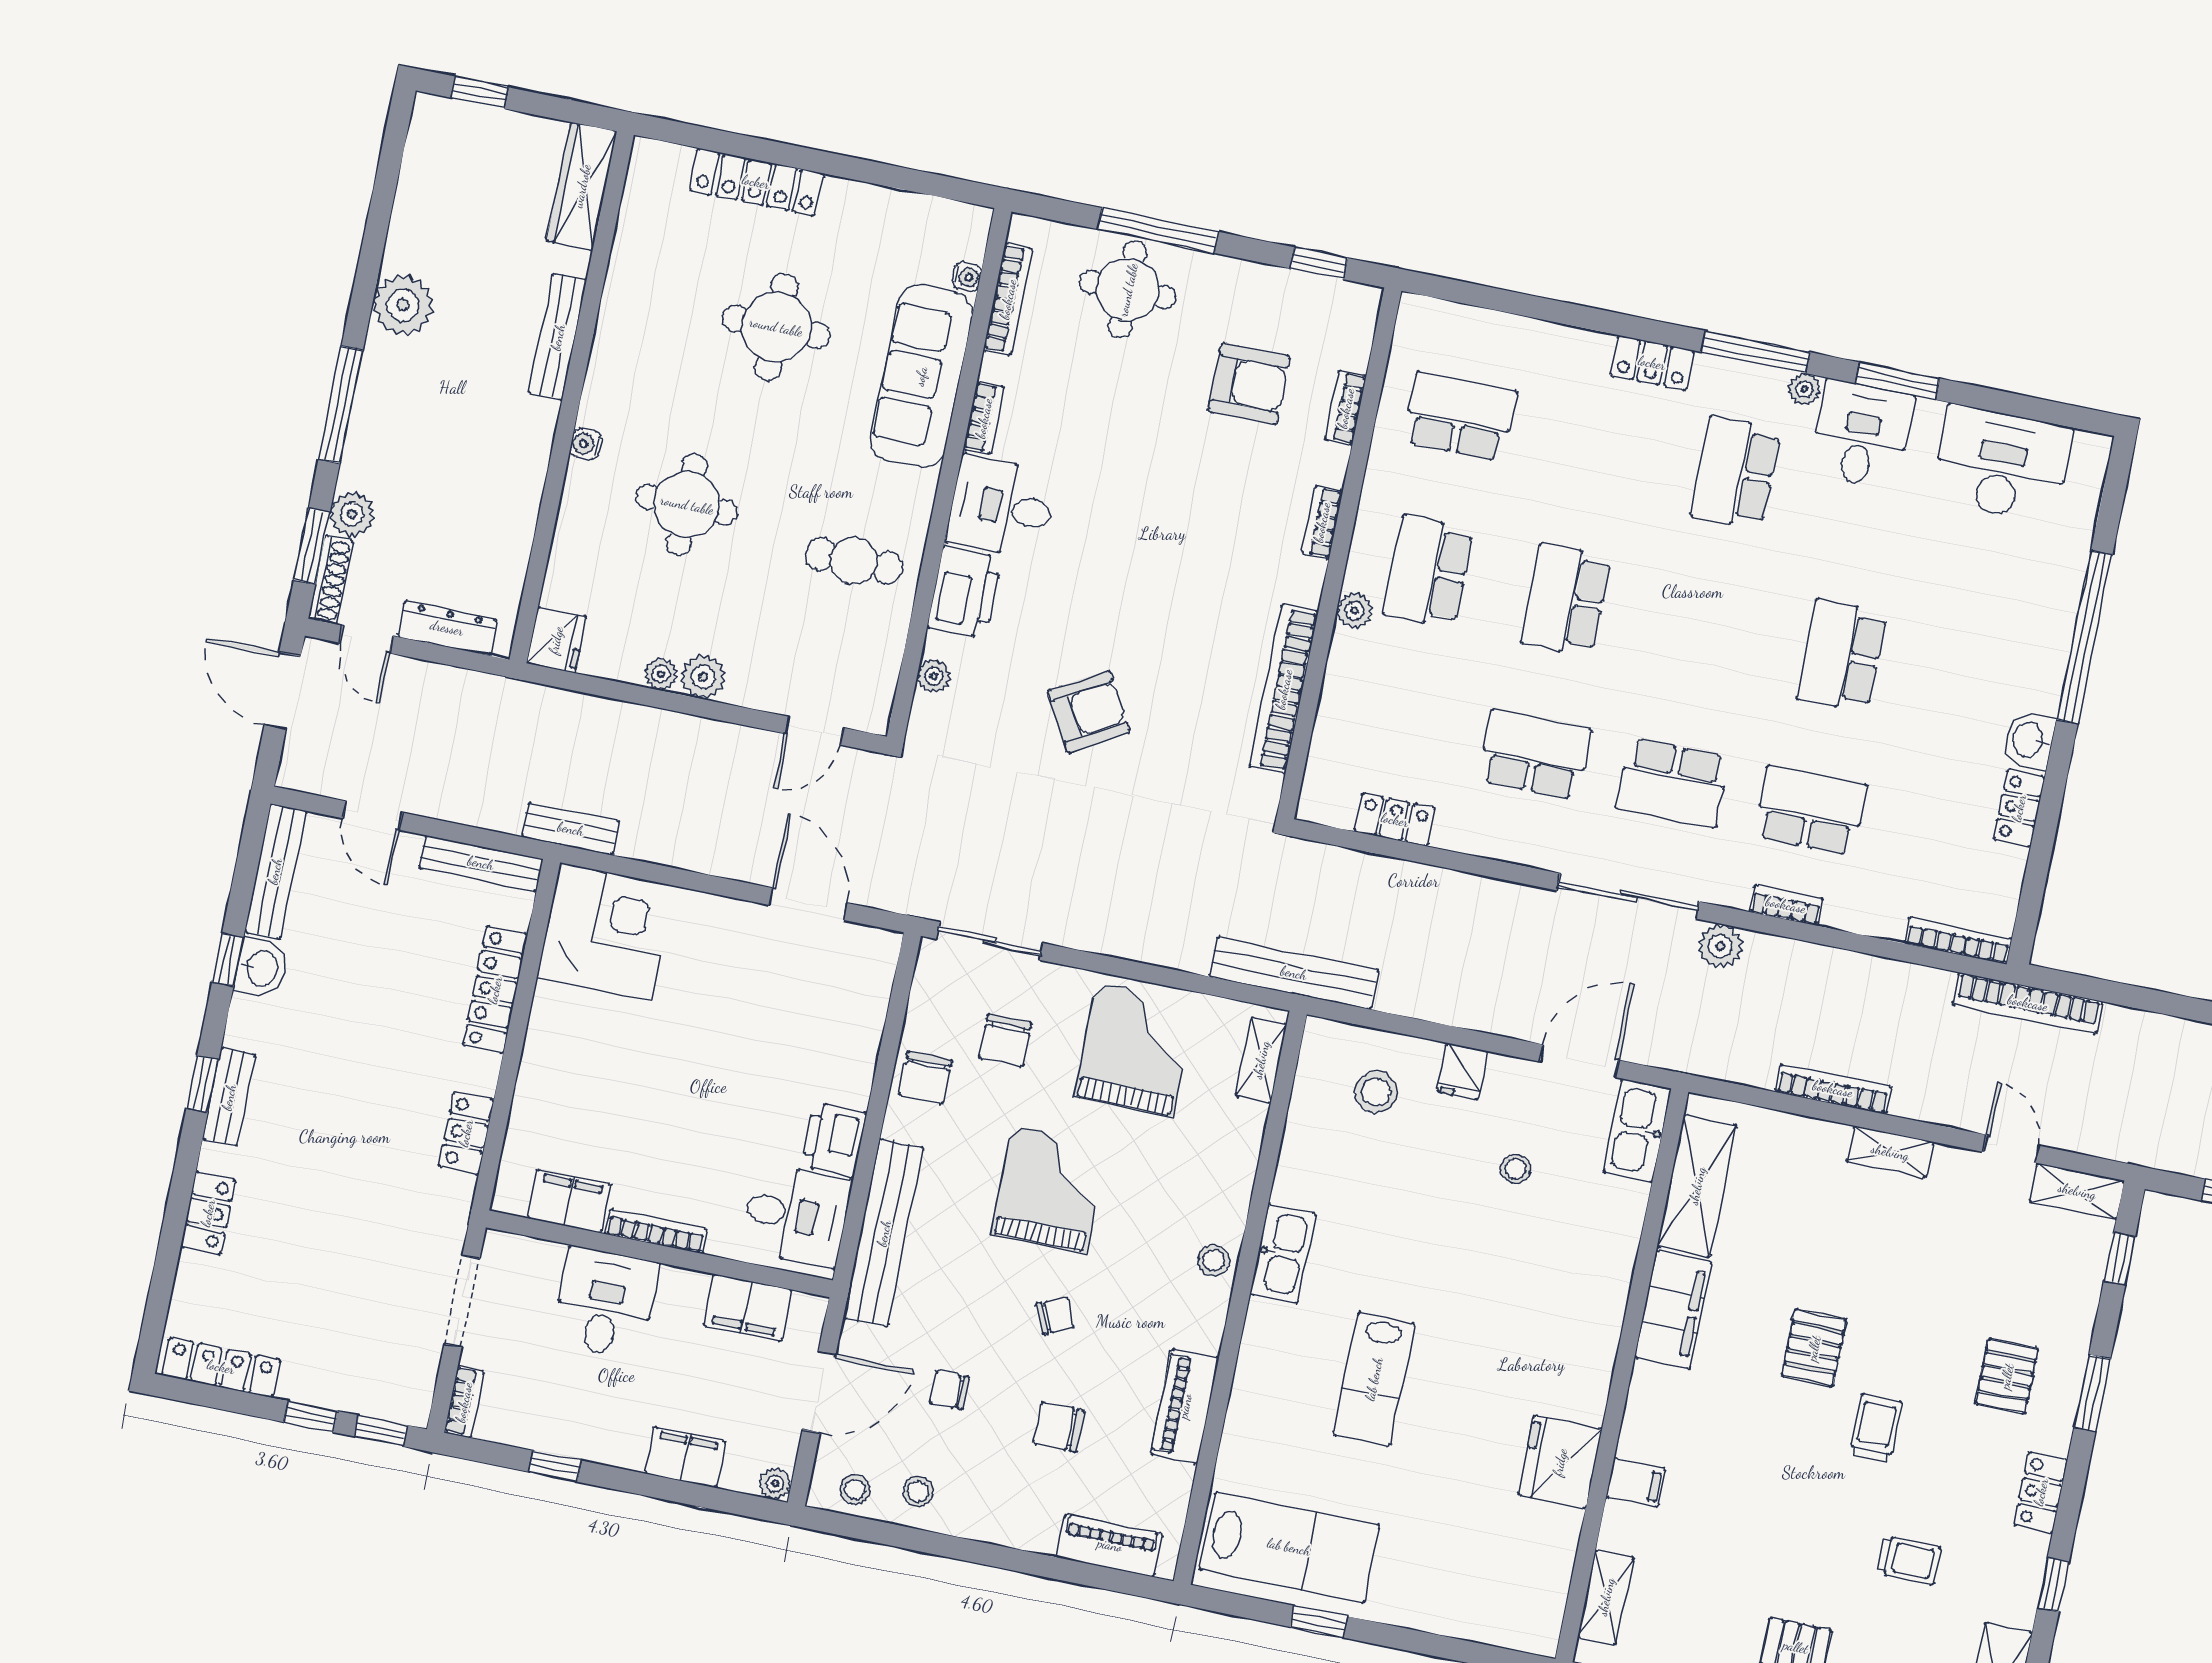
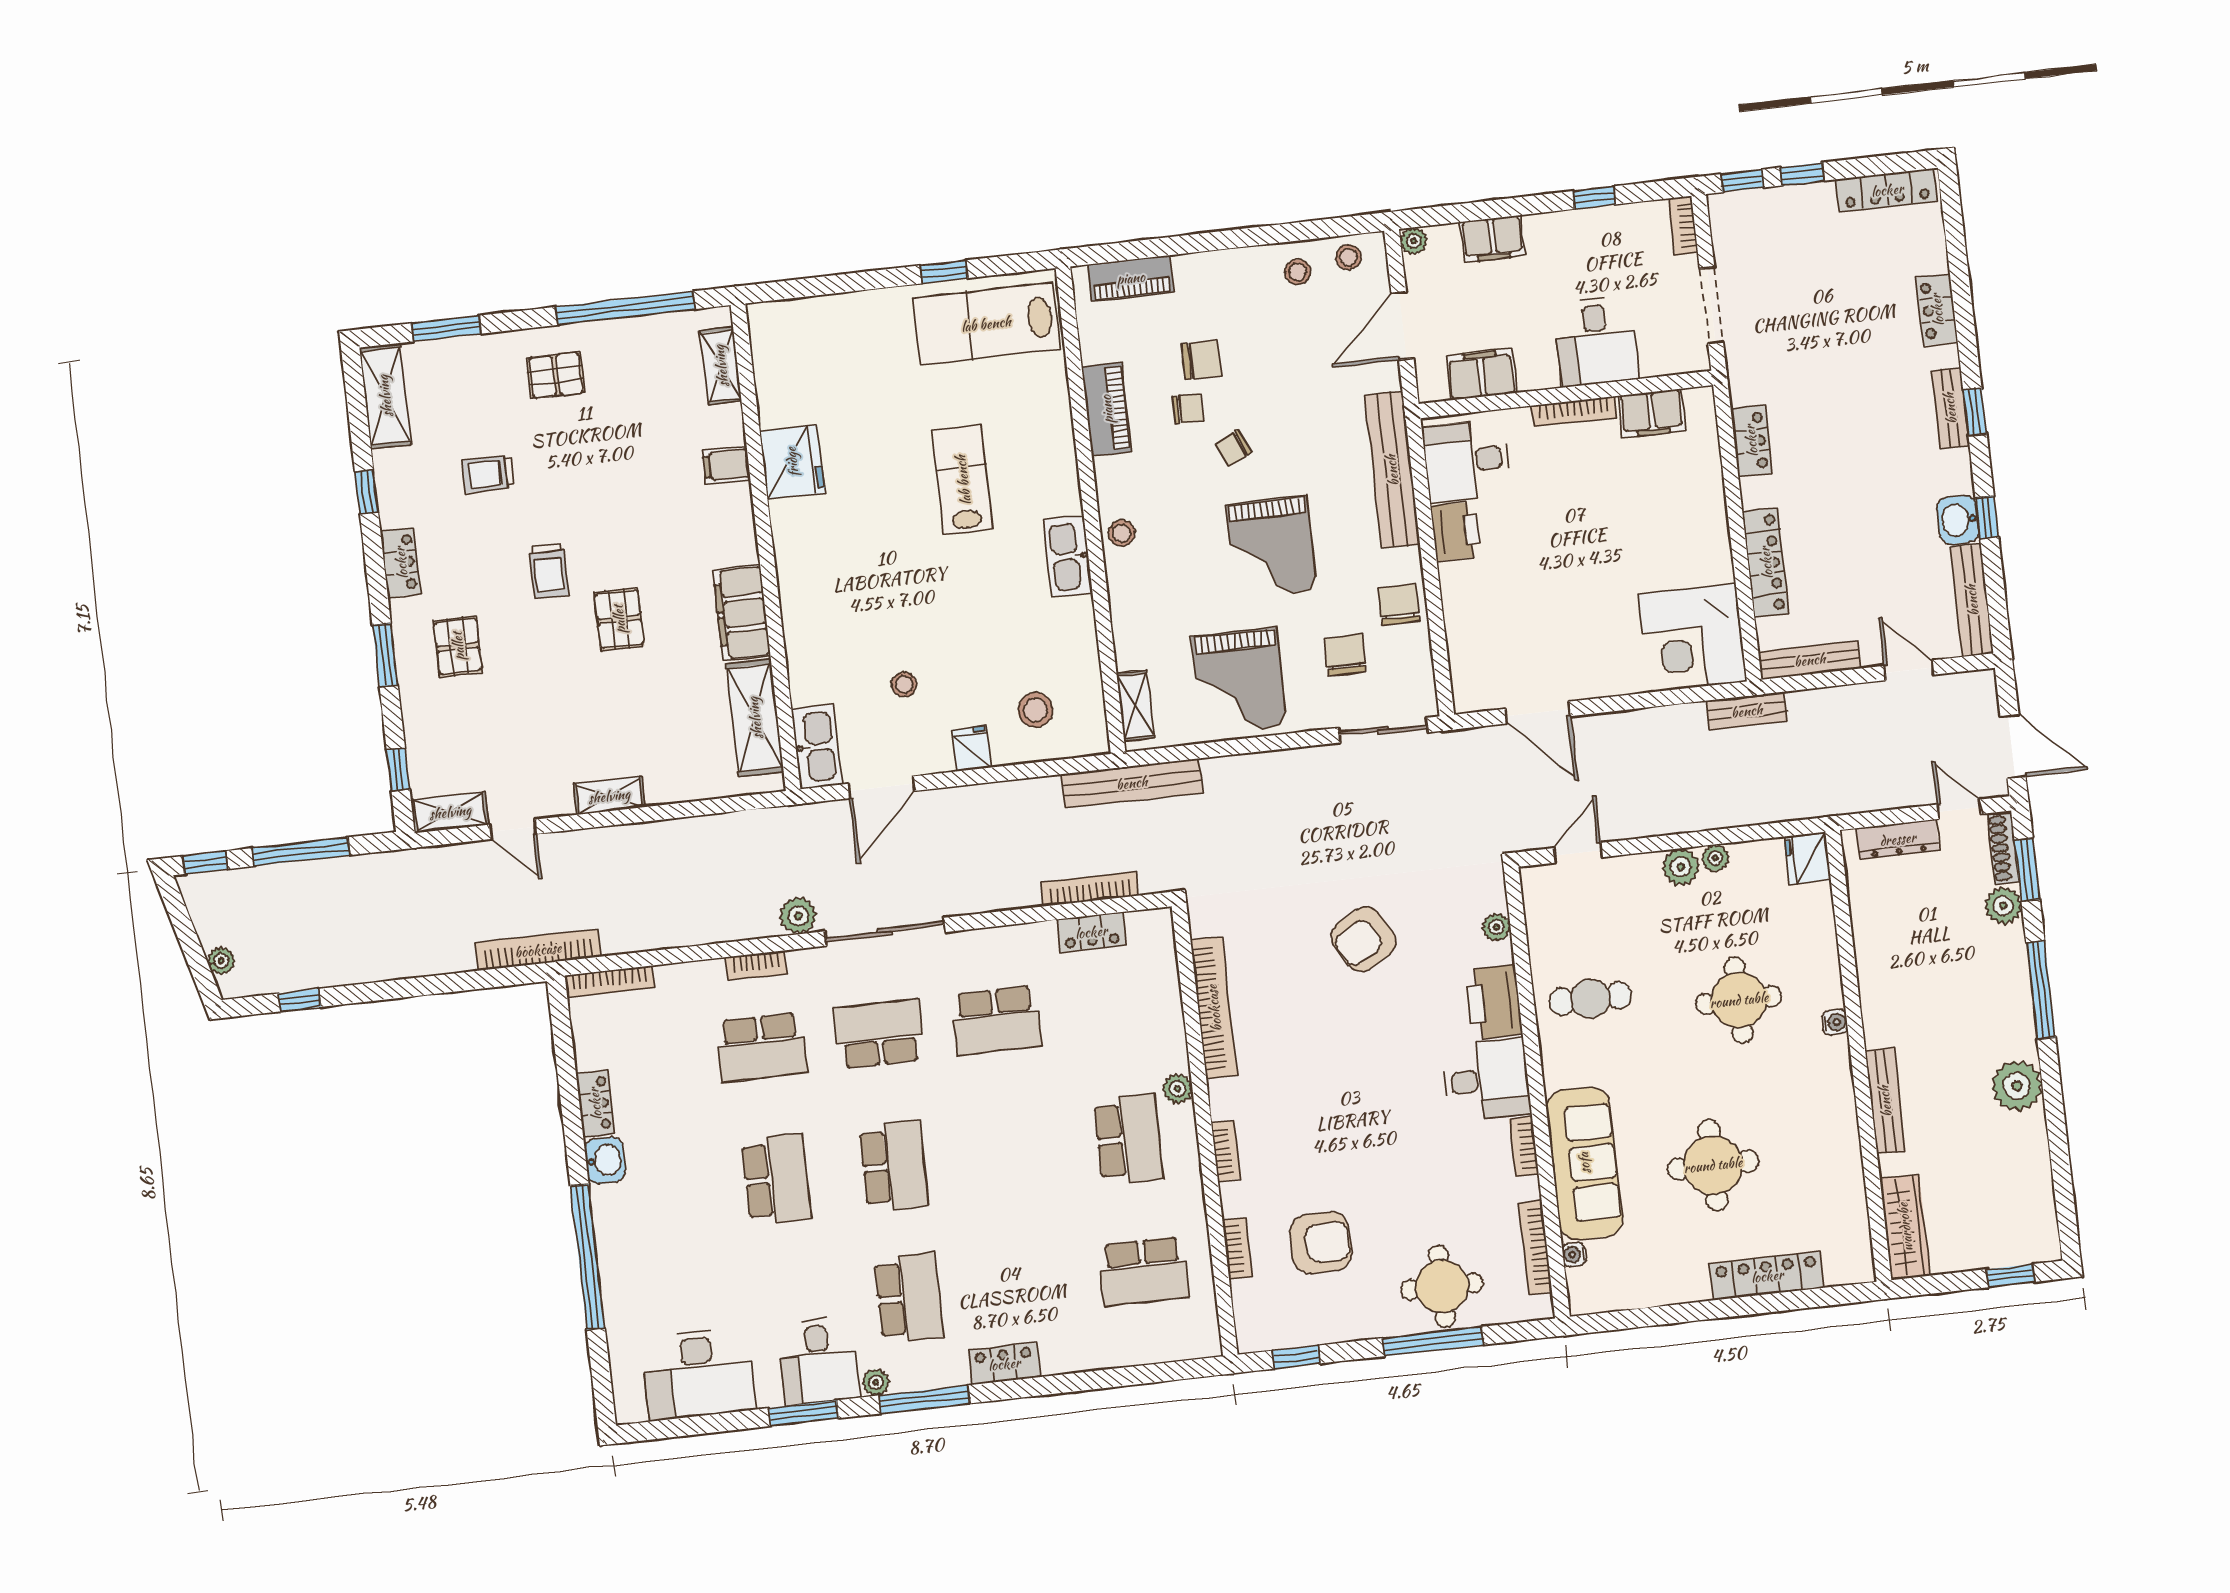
armchair: (1249, 384) -> (1321, 1243), turned 180
school desk: (1566, 600) -> (894, 1166), moved
bookcase: (1833, 1089) -> (1090, 889), moved, turned 180
chair: (949, 1390) -> (1188, 409), moved

